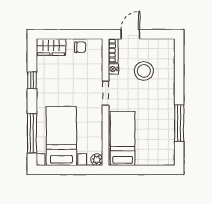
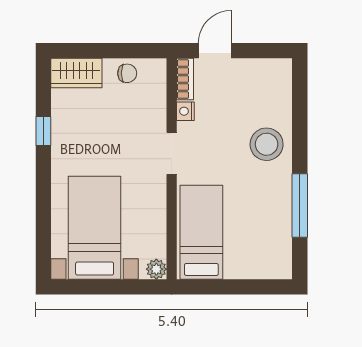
stool: (144, 71) -> (267, 144), moved
window: (32, 133) -> (43, 223), removed

